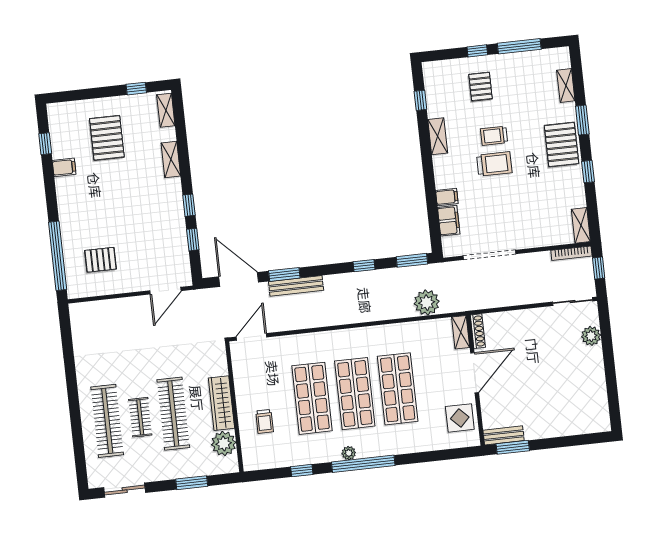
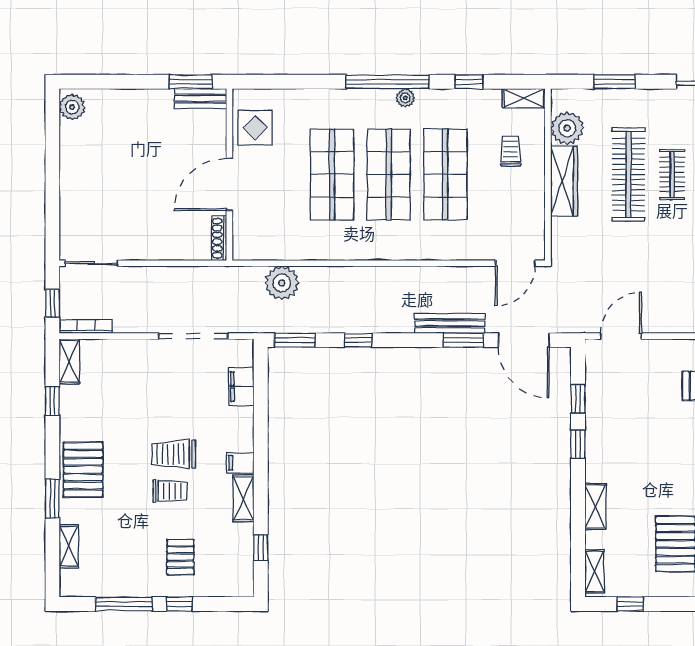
window: (588, 172) -> (52, 401), moved
filing cabinet: (447, 197) -> (240, 463), moved
shelving: (461, 332) -> (524, 98), moved, turned 90
plant: (591, 336) -> (72, 107), moved

